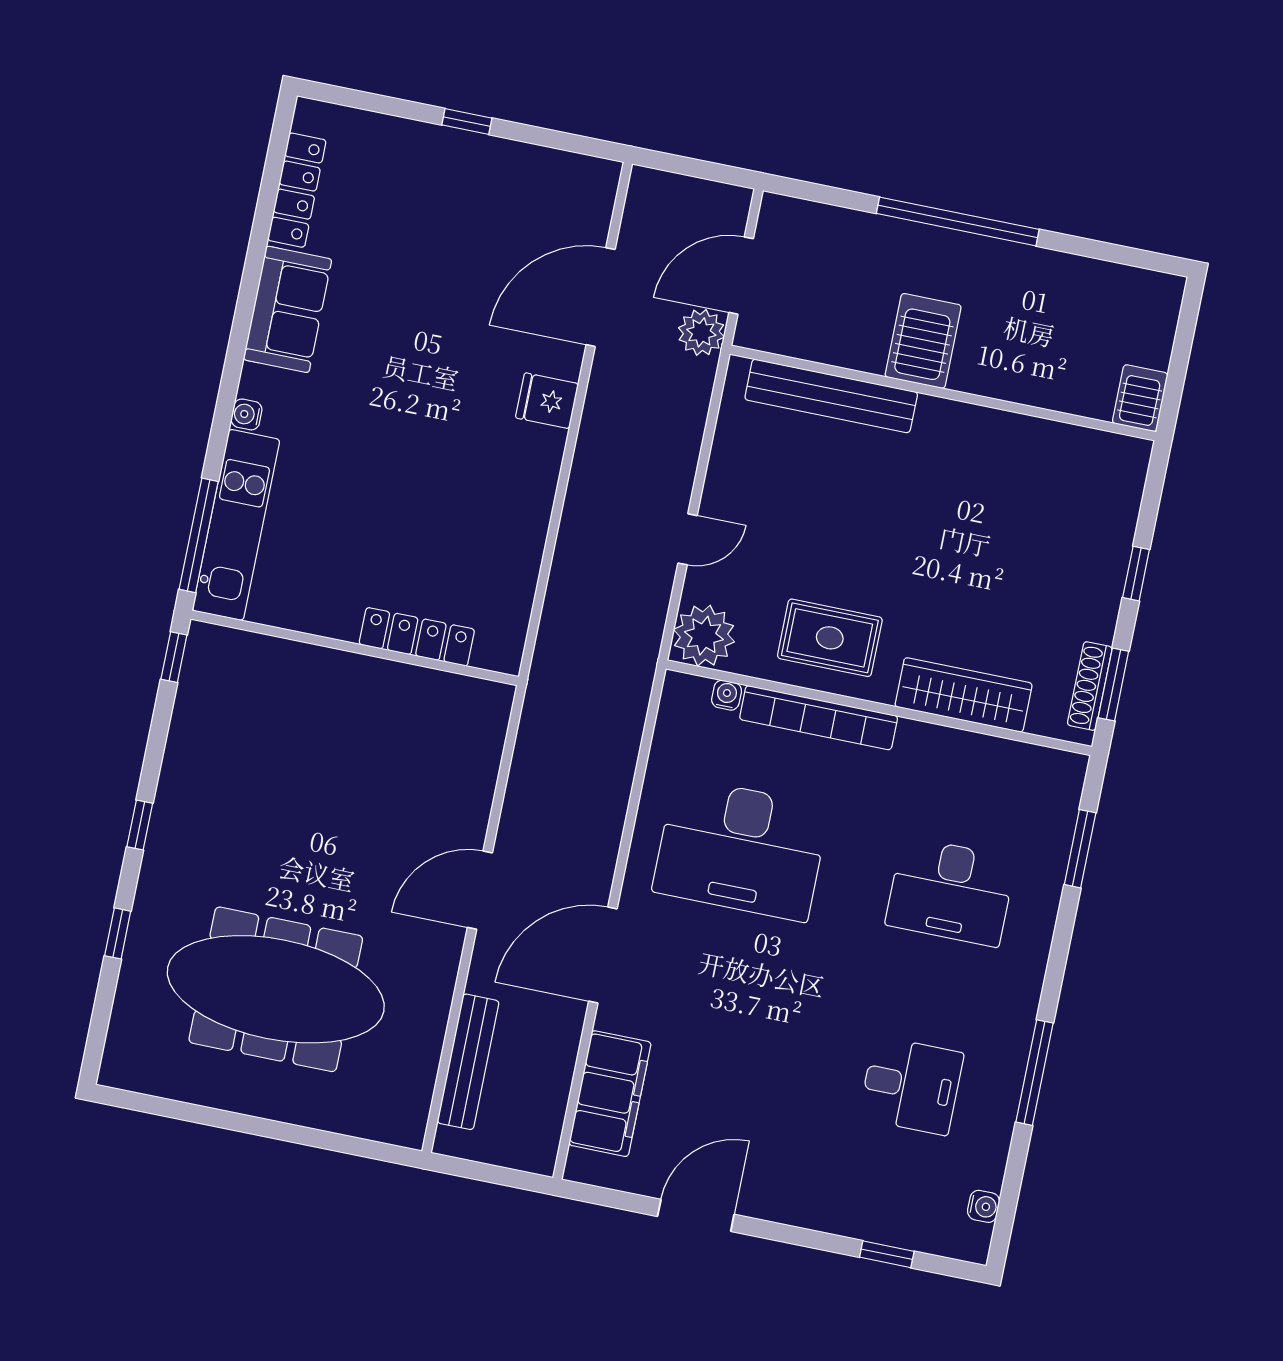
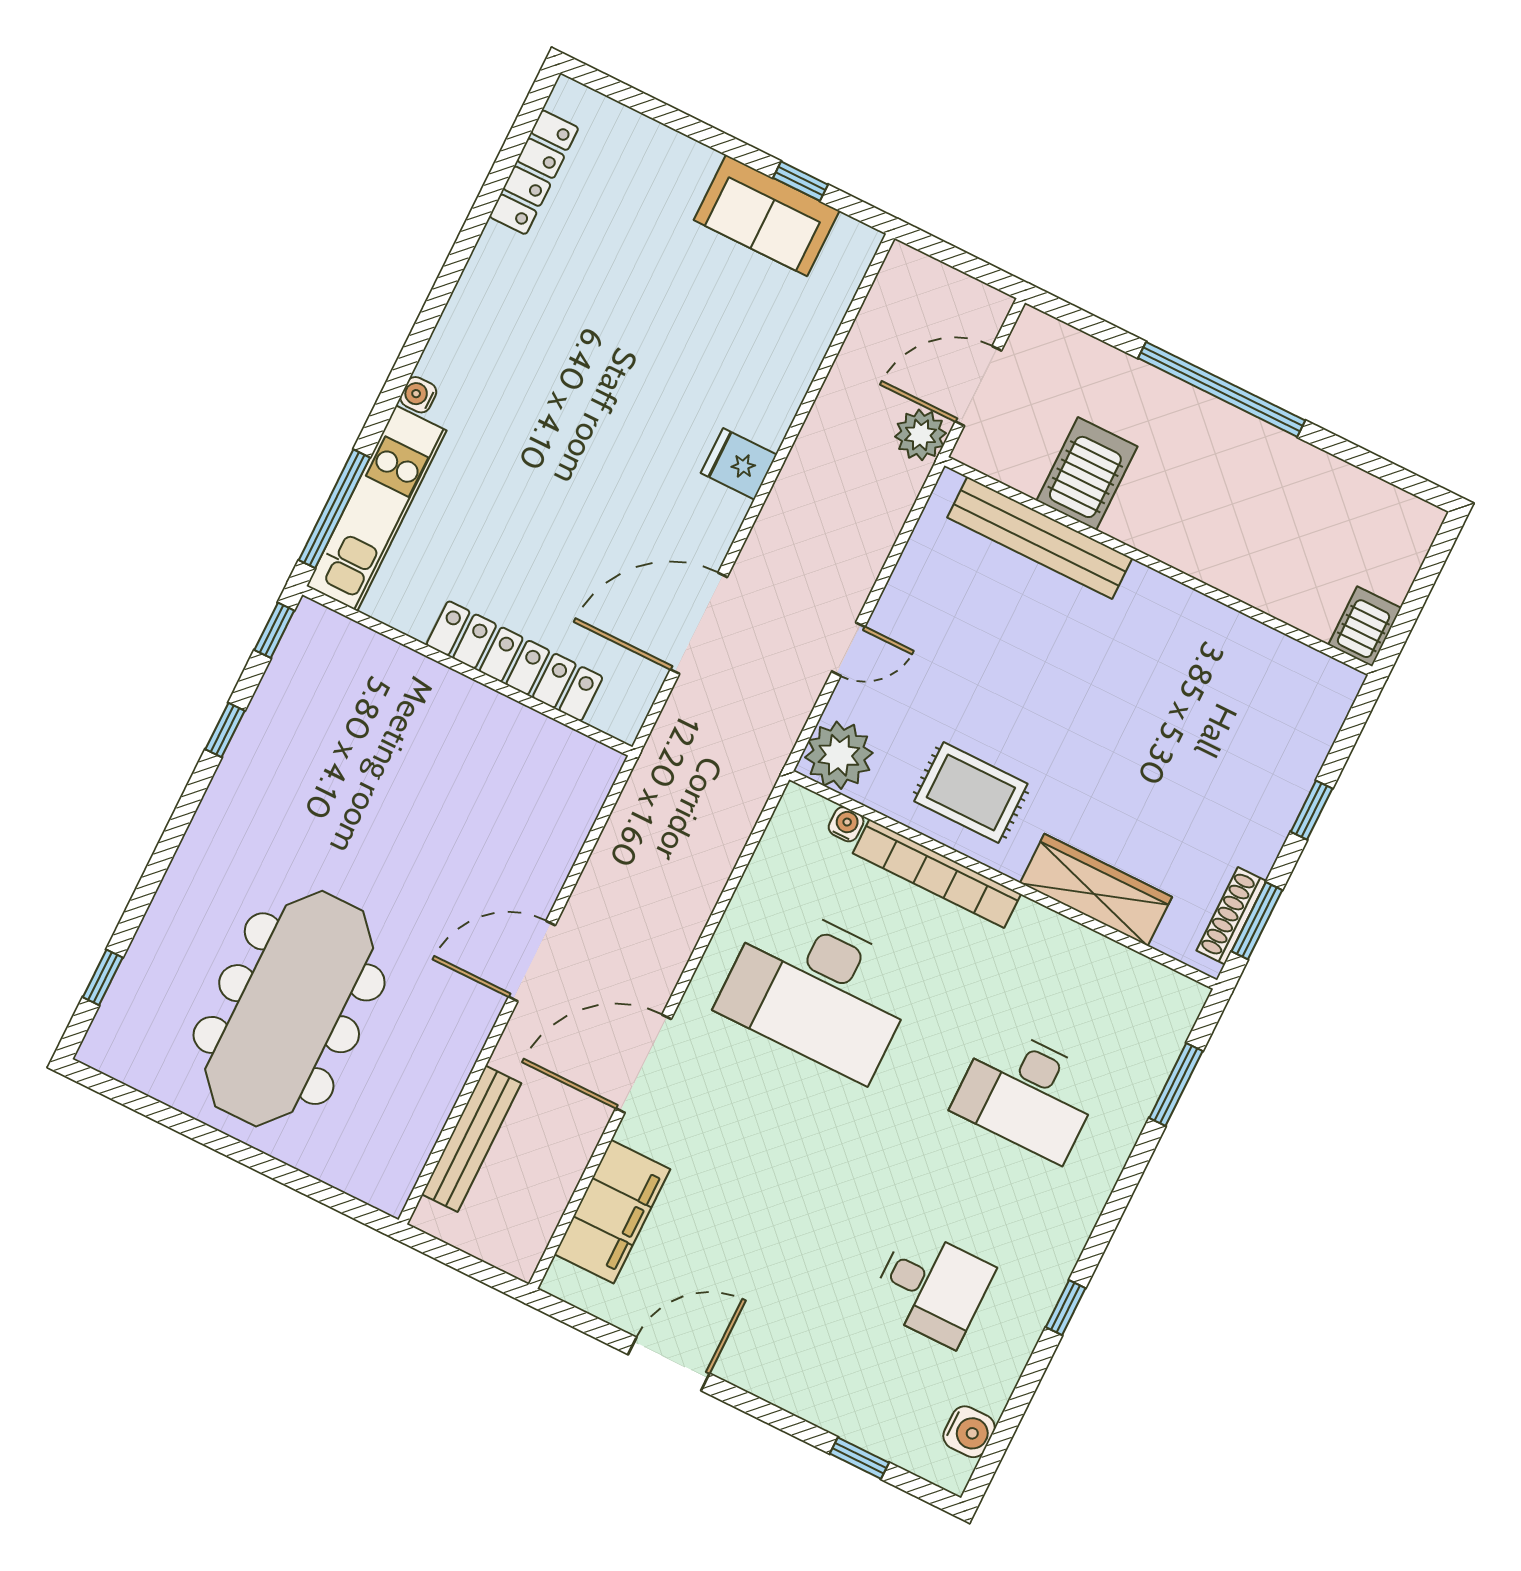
window: (467, 122) -> (801, 181), moved
door: (601, 297) -> (699, 623), moved
sofa: (288, 309) -> (767, 215), moved, turned 90
server rack: (923, 341) -> (1087, 474), moved
locker: (417, 637) -> (514, 661), width x1.41, depth x1.21
window: (140, 825) -> (225, 730), moved
window: (118, 933) -> (103, 977), moved
meeting table: (276, 989) -> (289, 1009), turned 90
window: (1035, 1073) -> (1066, 1308), width x0.46
water cooler: (984, 1206) -> (969, 1432), width x1.38, depth x1.38

